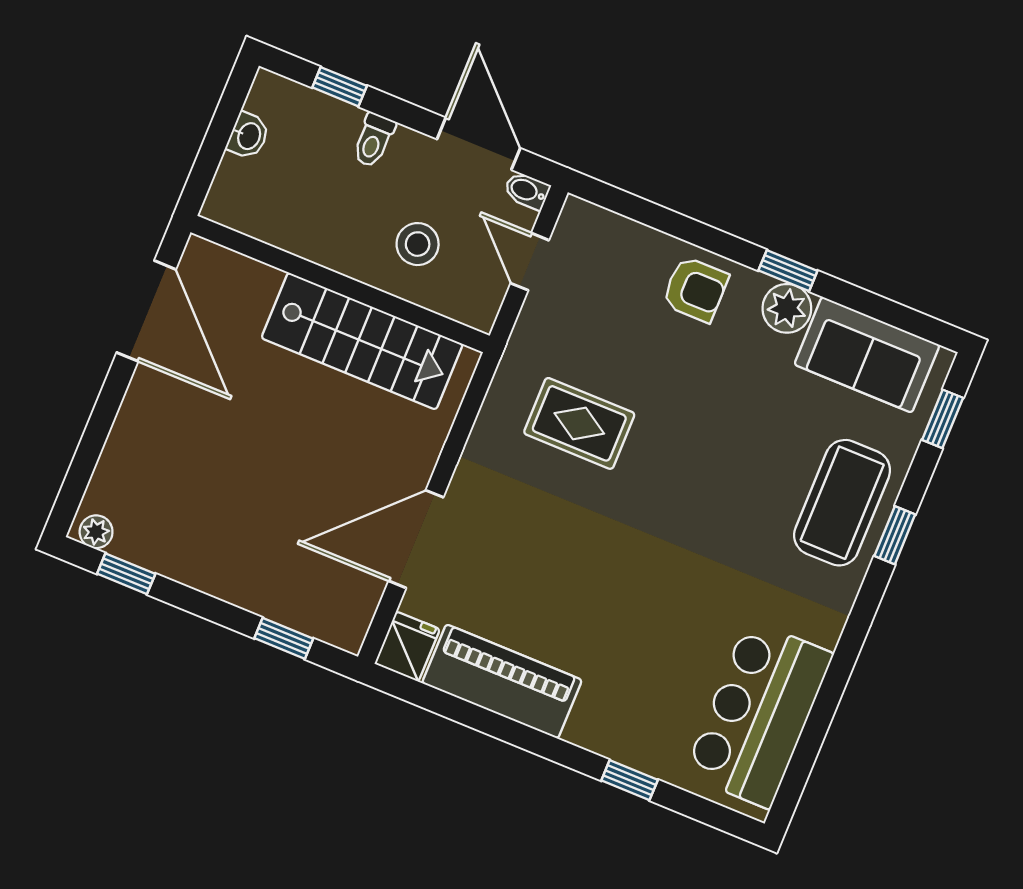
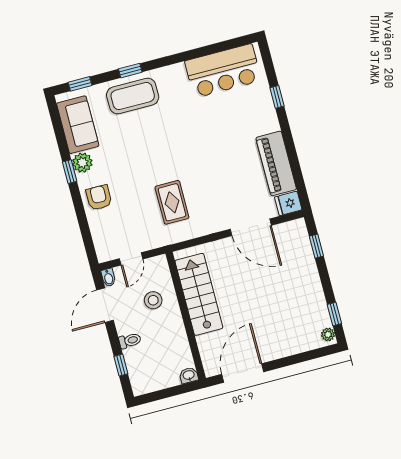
washbasin: (248, 136) -> (189, 375), moved

